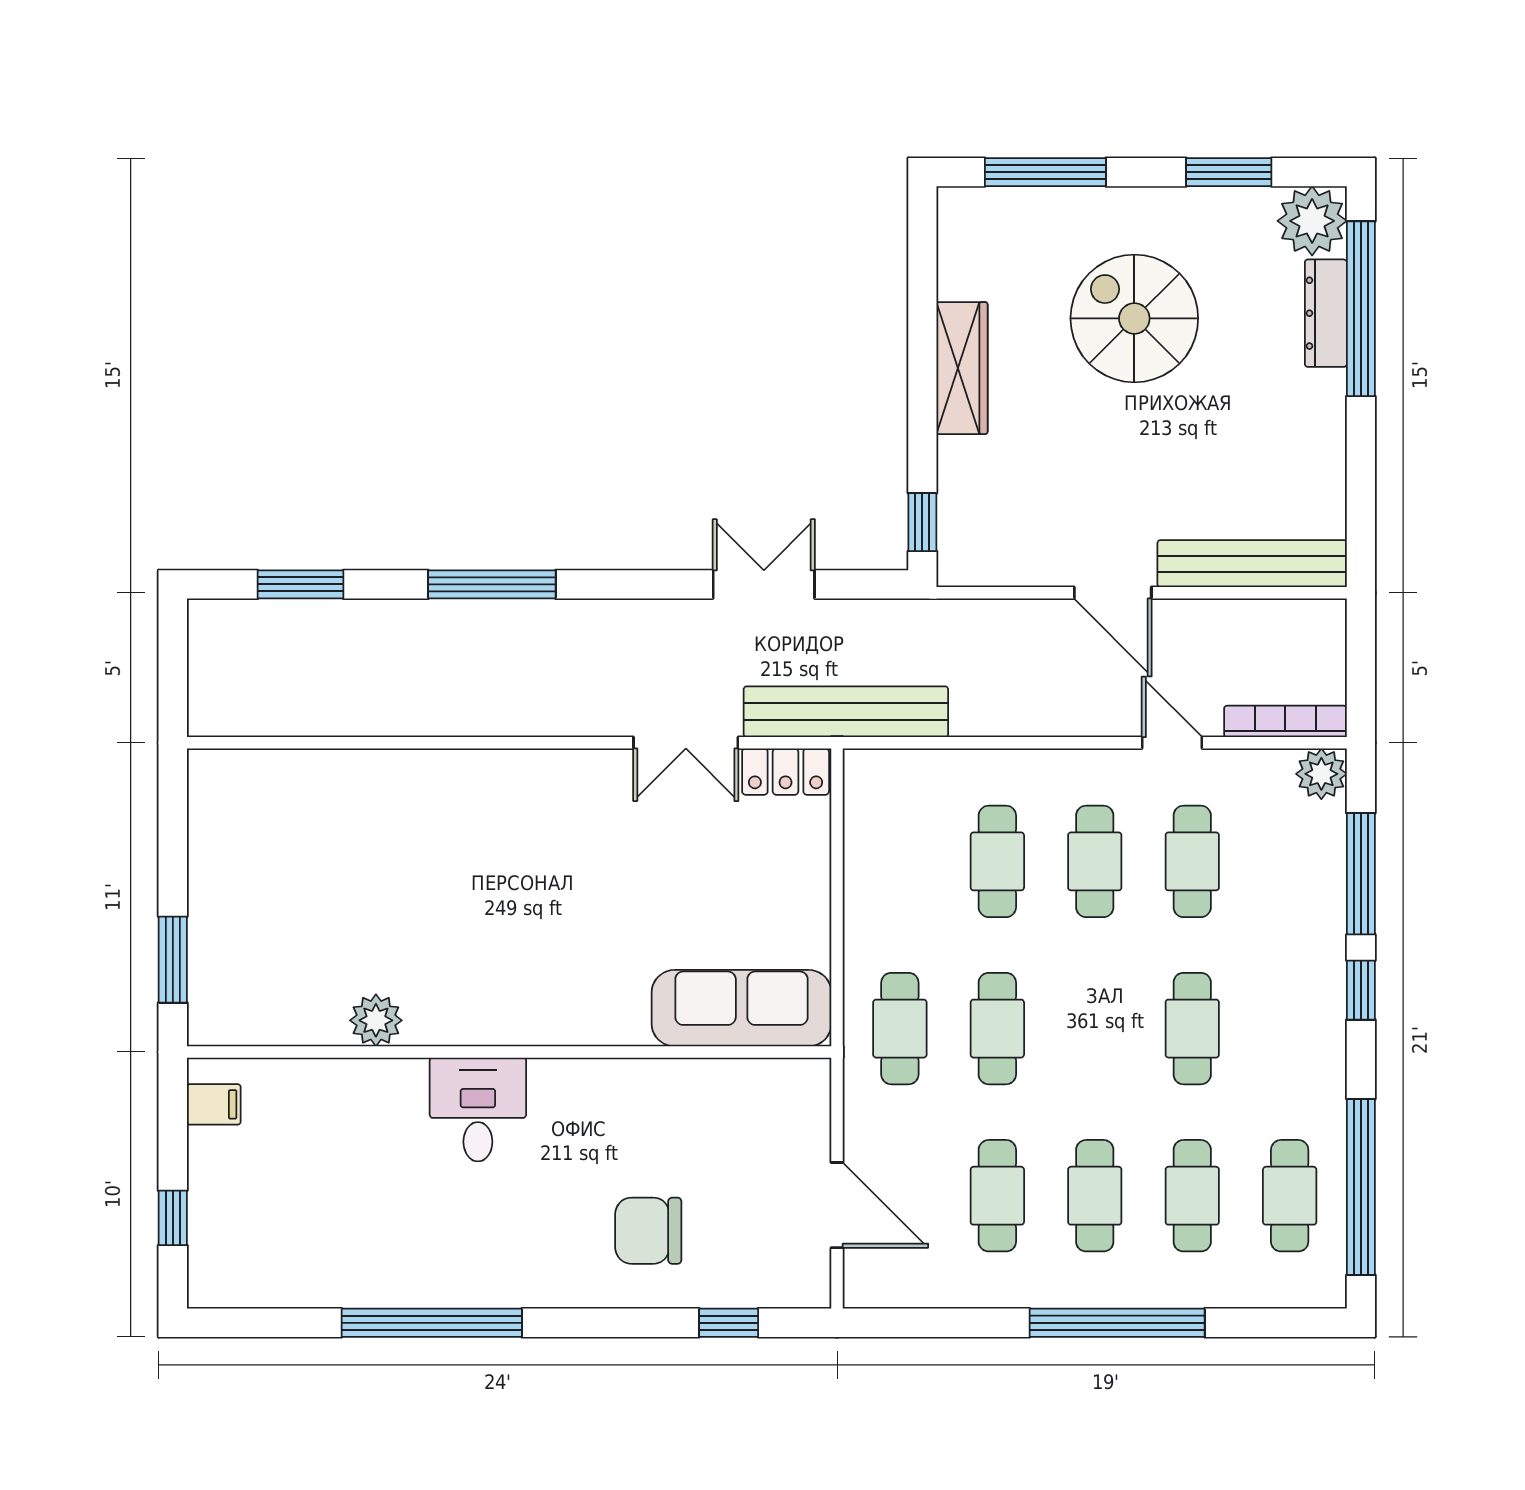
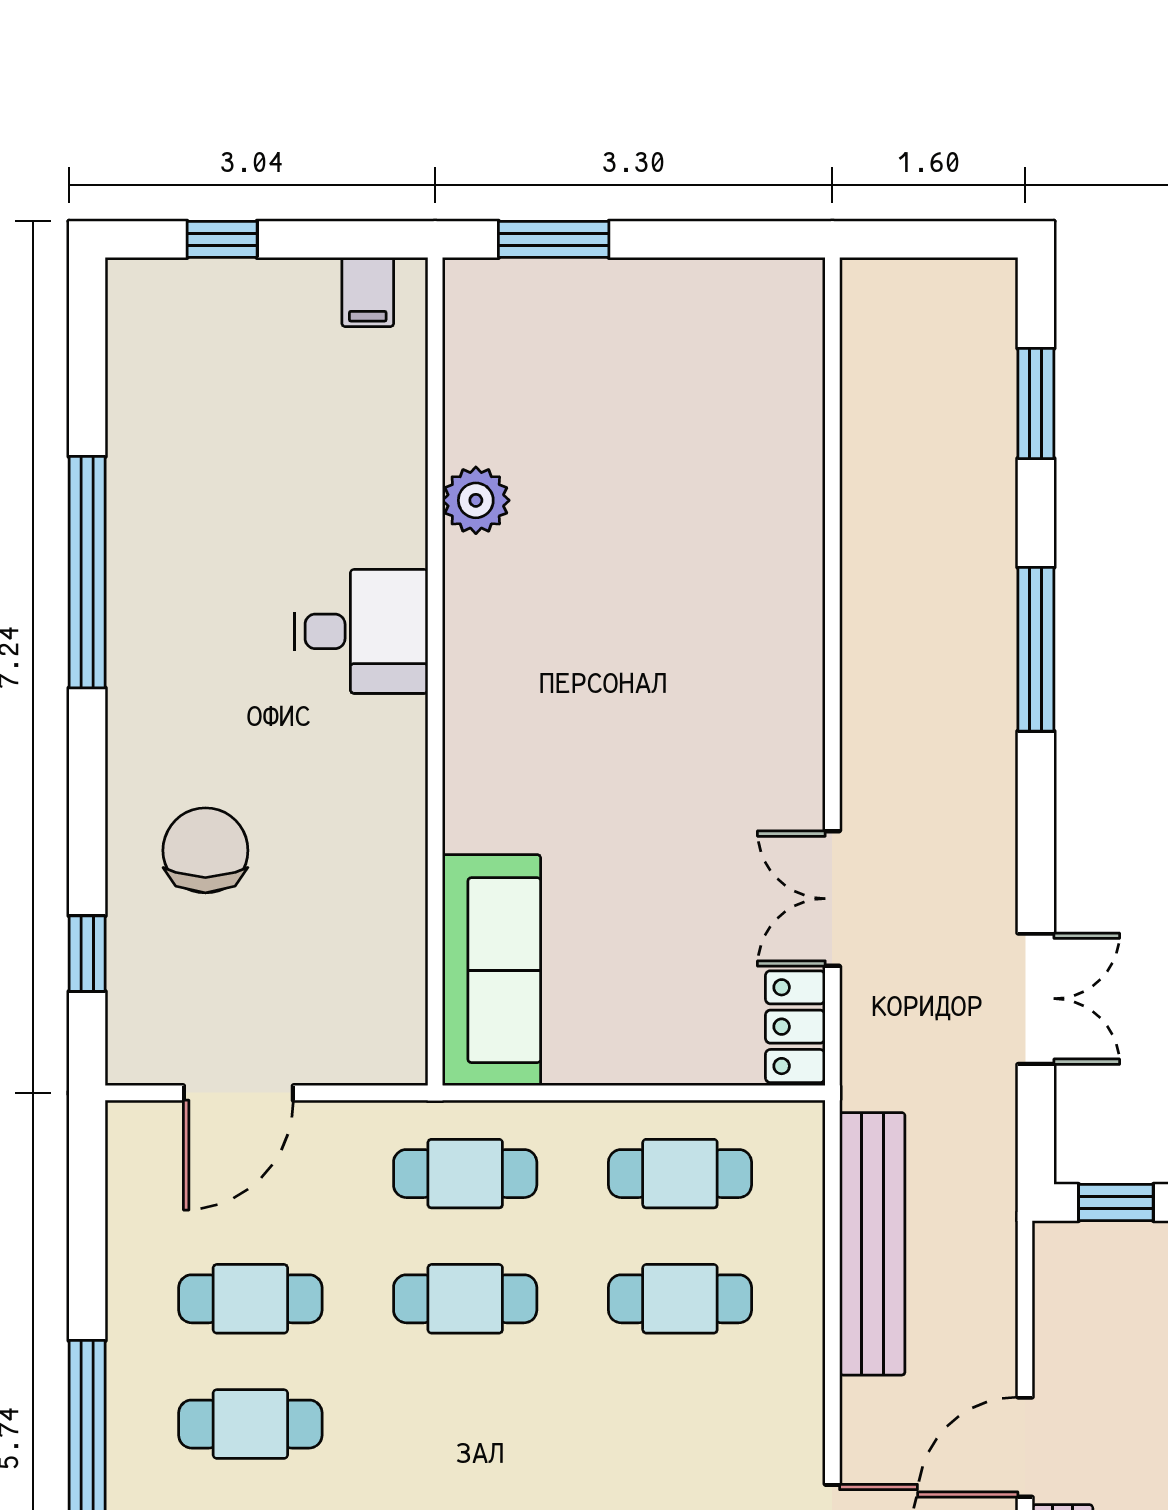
bench: (846, 712) -> (872, 1244), moved
cafe table: (1095, 861) -> (680, 1174), moved

